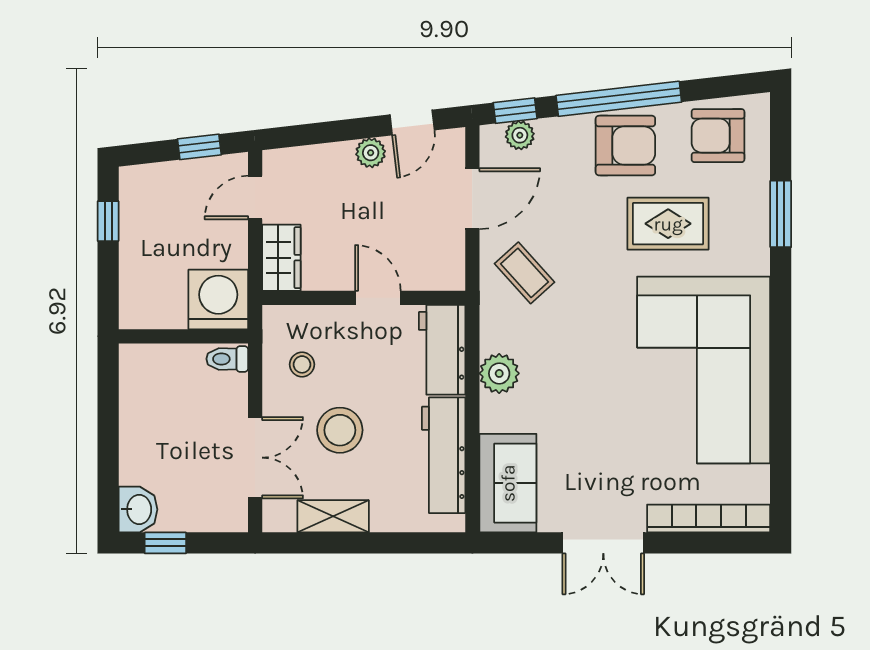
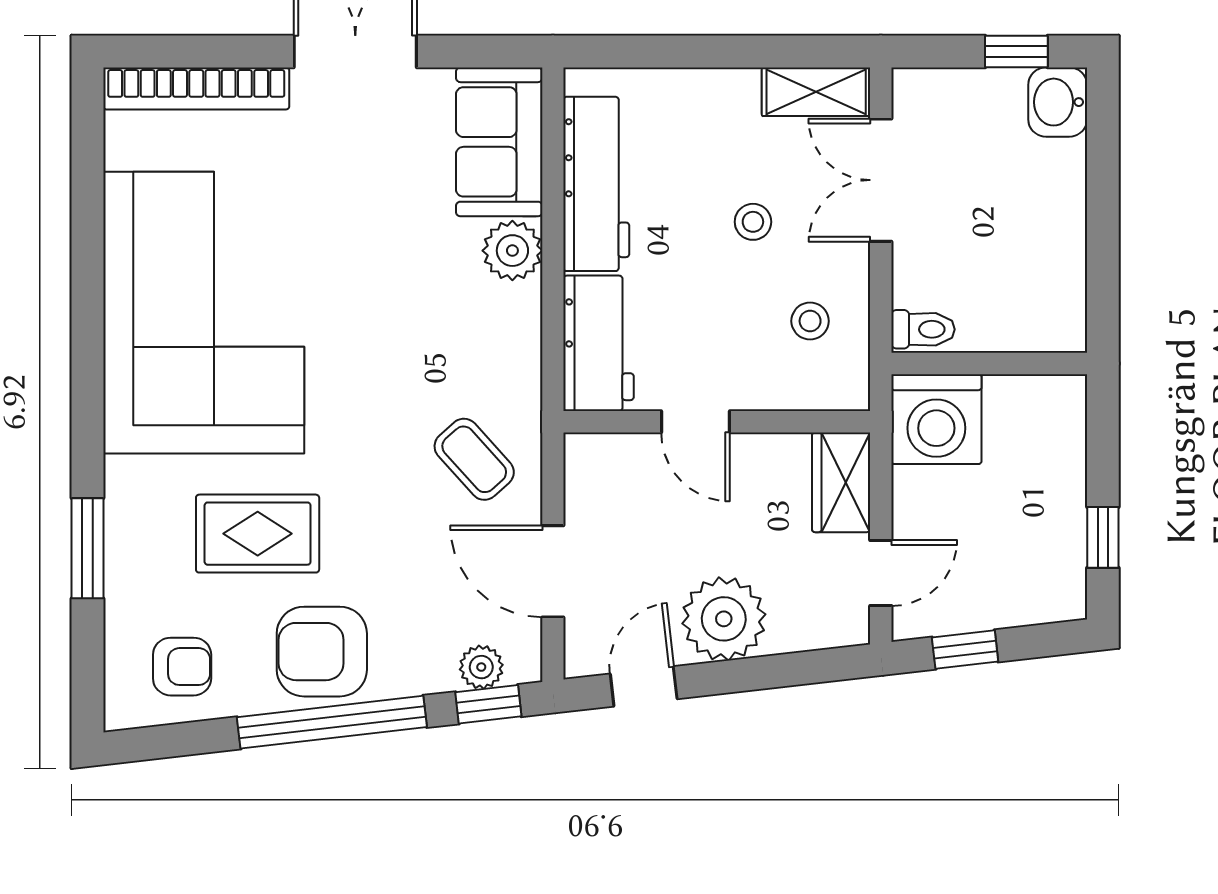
armchair: (718, 136) -> (182, 667), width x0.72, depth x0.72
plant: (371, 153) -> (724, 619), width x1.87, depth x1.87
door: (472, 199) -> (553, 571), hinge flipped
plant: (499, 373) -> (512, 251), moved
stool: (340, 430) -> (753, 222), width x0.53, depth x0.53
shelving: (333, 516) -> (816, 92), moved

